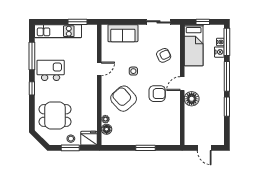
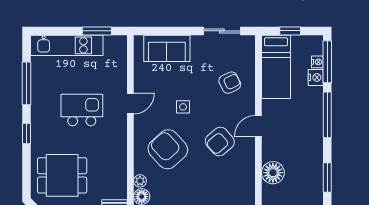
kitchen island: (51, 70) -> (82, 110), moved
armchair: (157, 94) -> (220, 142), turned 139
floor lamp: (192, 99) -> (273, 173), moved
window: (227, 107) -> (327, 178), moved

